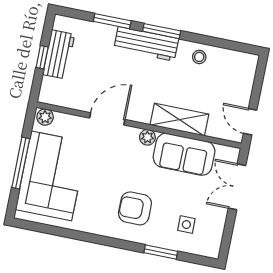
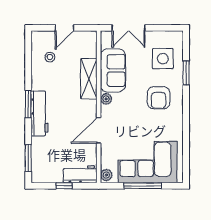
window: (112, 21) -> (28, 158), moved
workbench: (59, 54) -> (80, 174), moved
stool: (199, 57) -> (50, 57), moved
door: (107, 119) -> (99, 130), hinge flipped
door: (250, 122) -> (64, 28), moved
side table: (186, 225) -> (163, 59), width x1.87, depth x1.87

